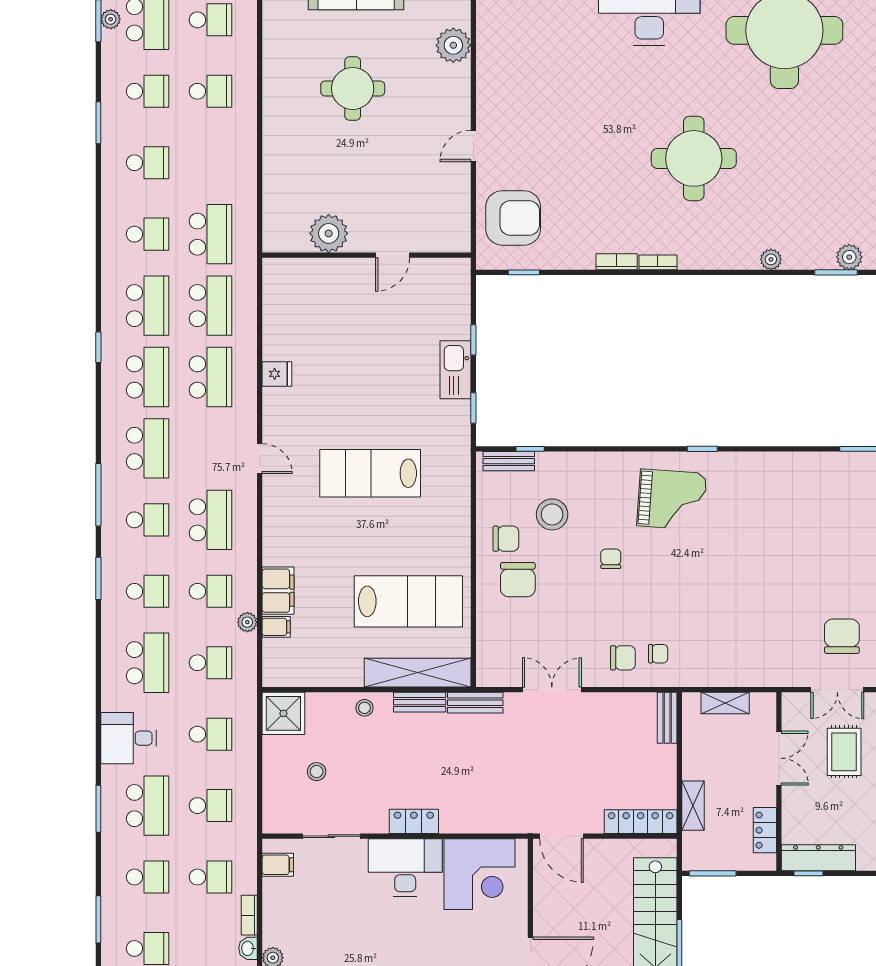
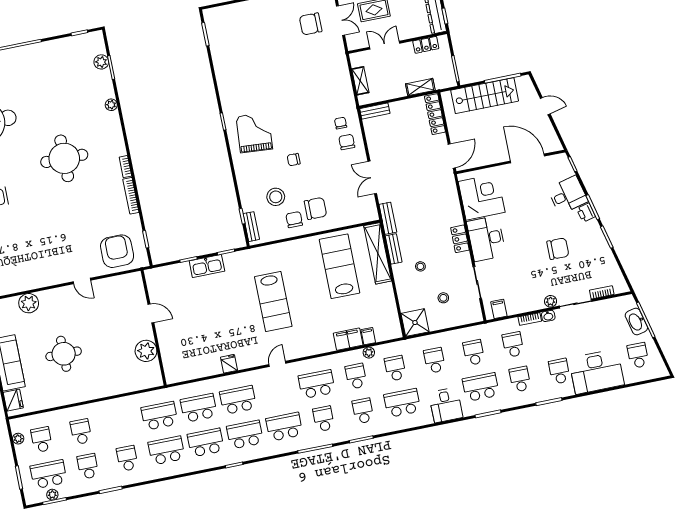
school desk: (148, 234) -> (166, 450), width x1.85
bookcase: (617, 262) -> (131, 196), width x1.56
stool: (365, 708) -> (420, 266), moved

